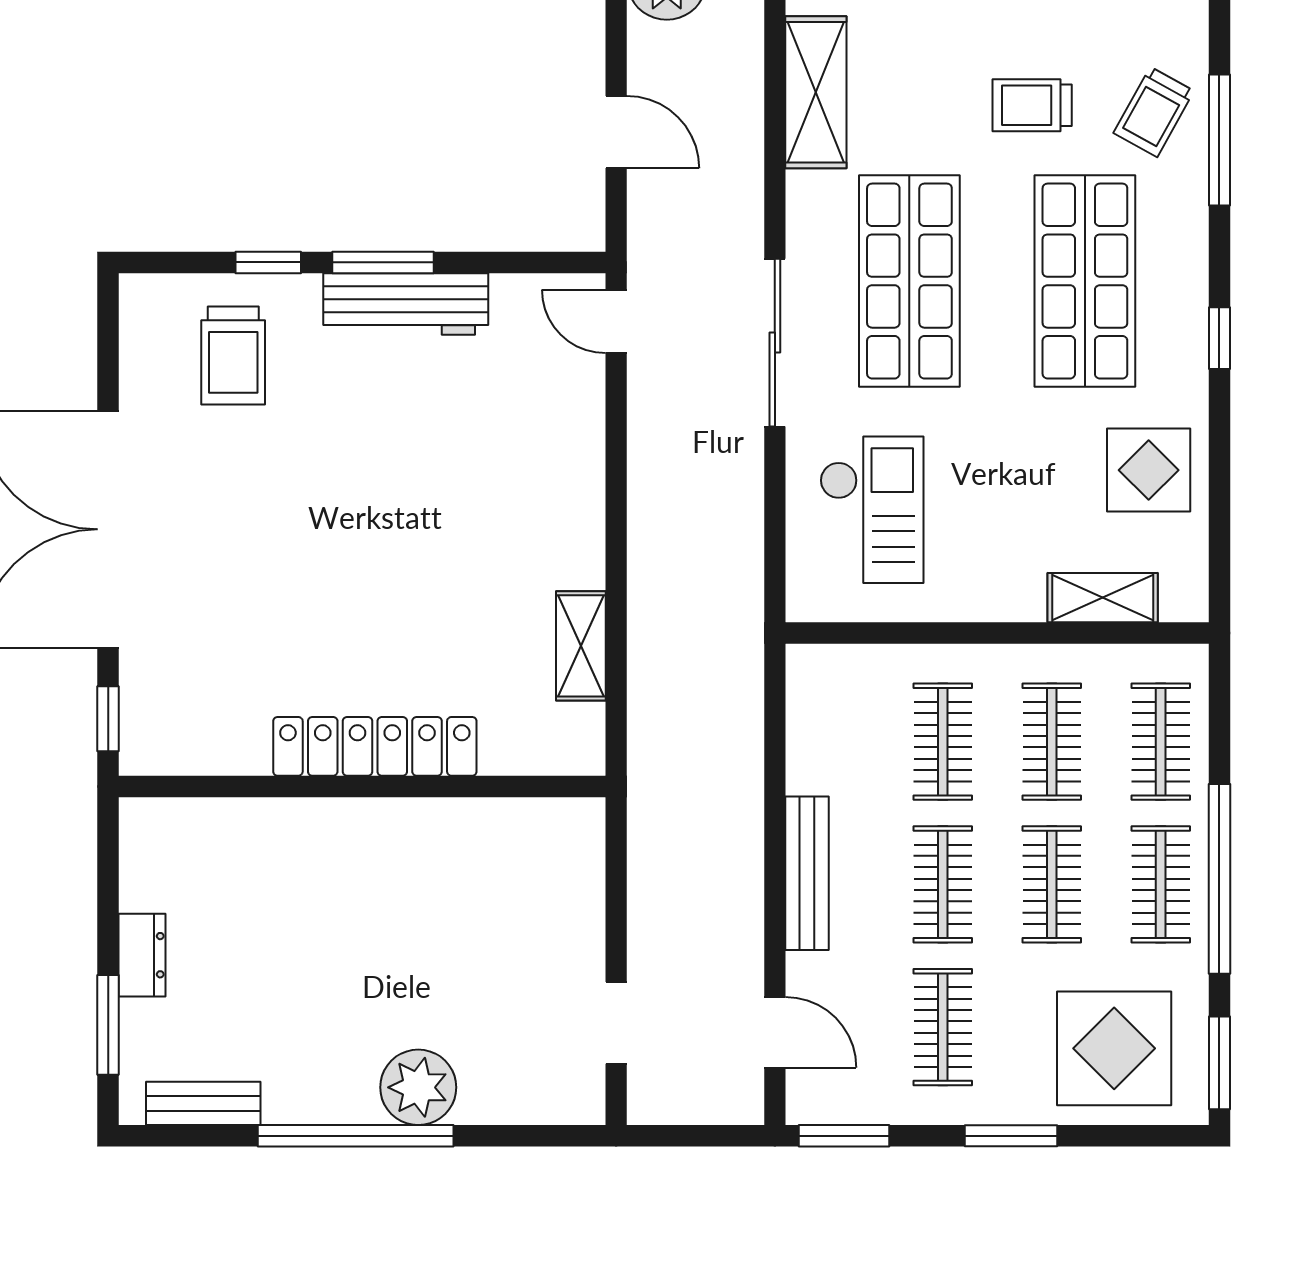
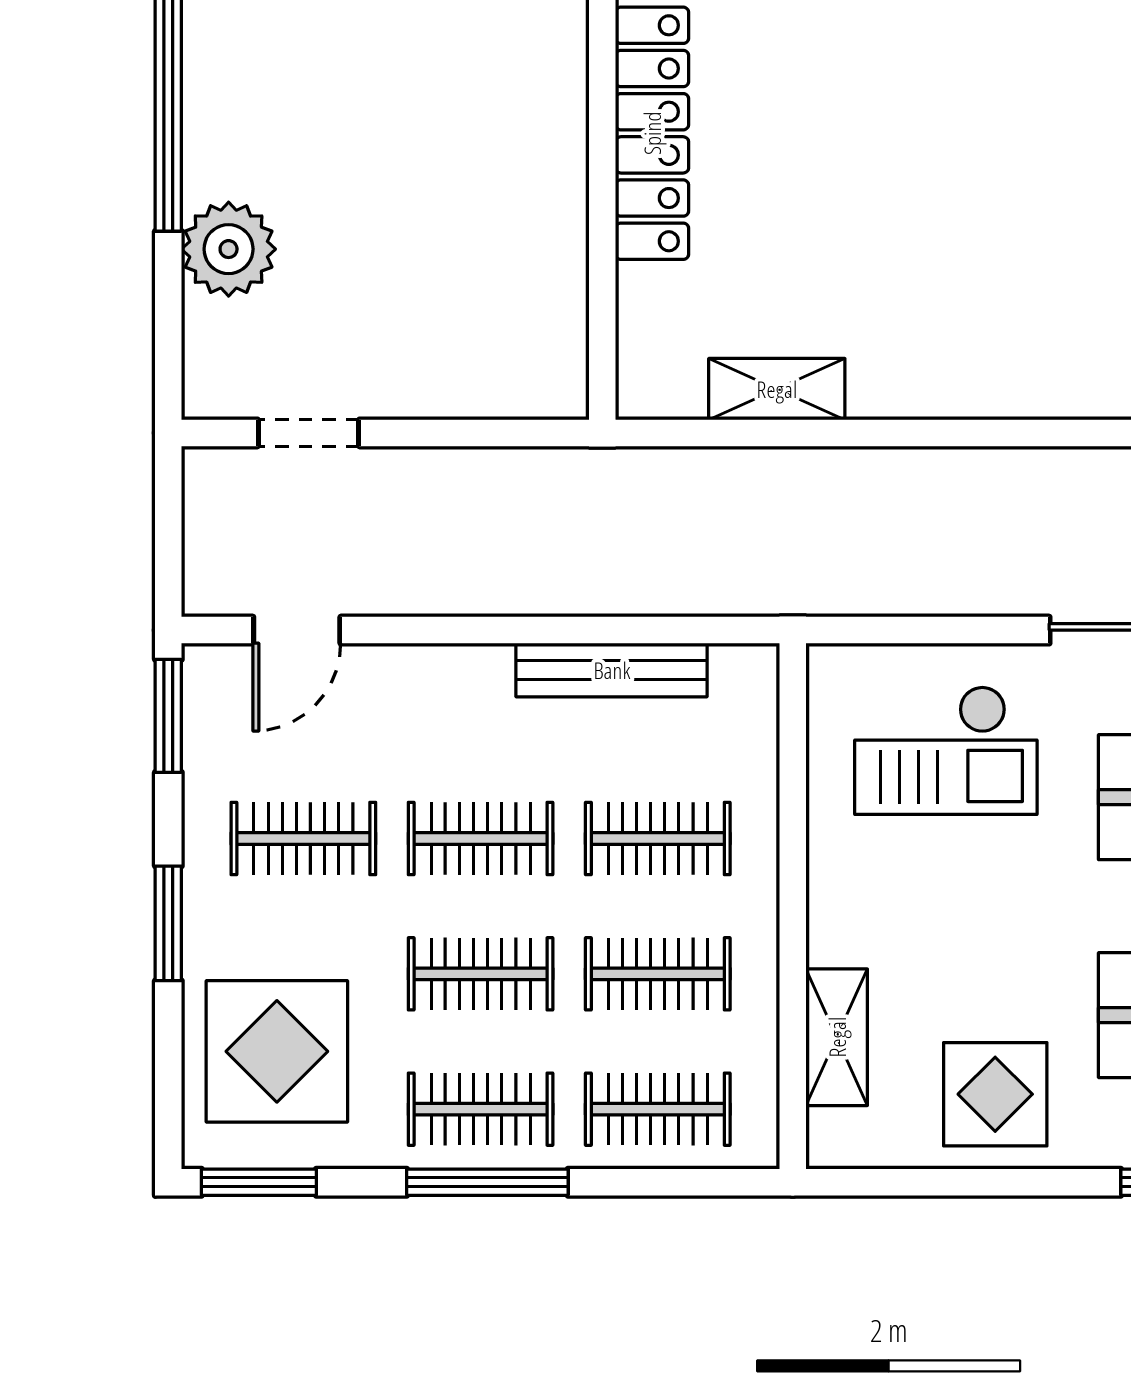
bench: (807, 873) -> (612, 670), moved
window: (1219, 879) -> (487, 1182), width x0.68
plant: (418, 1087) -> (229, 249), moved

